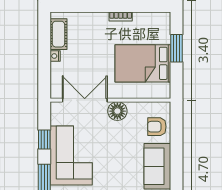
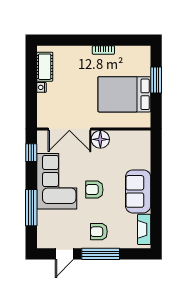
double door: (85, 100) -> (69, 129), swing flipped
armchair: (157, 127) -> (94, 190), moved
window: (44, 140) -> (31, 153), moved

